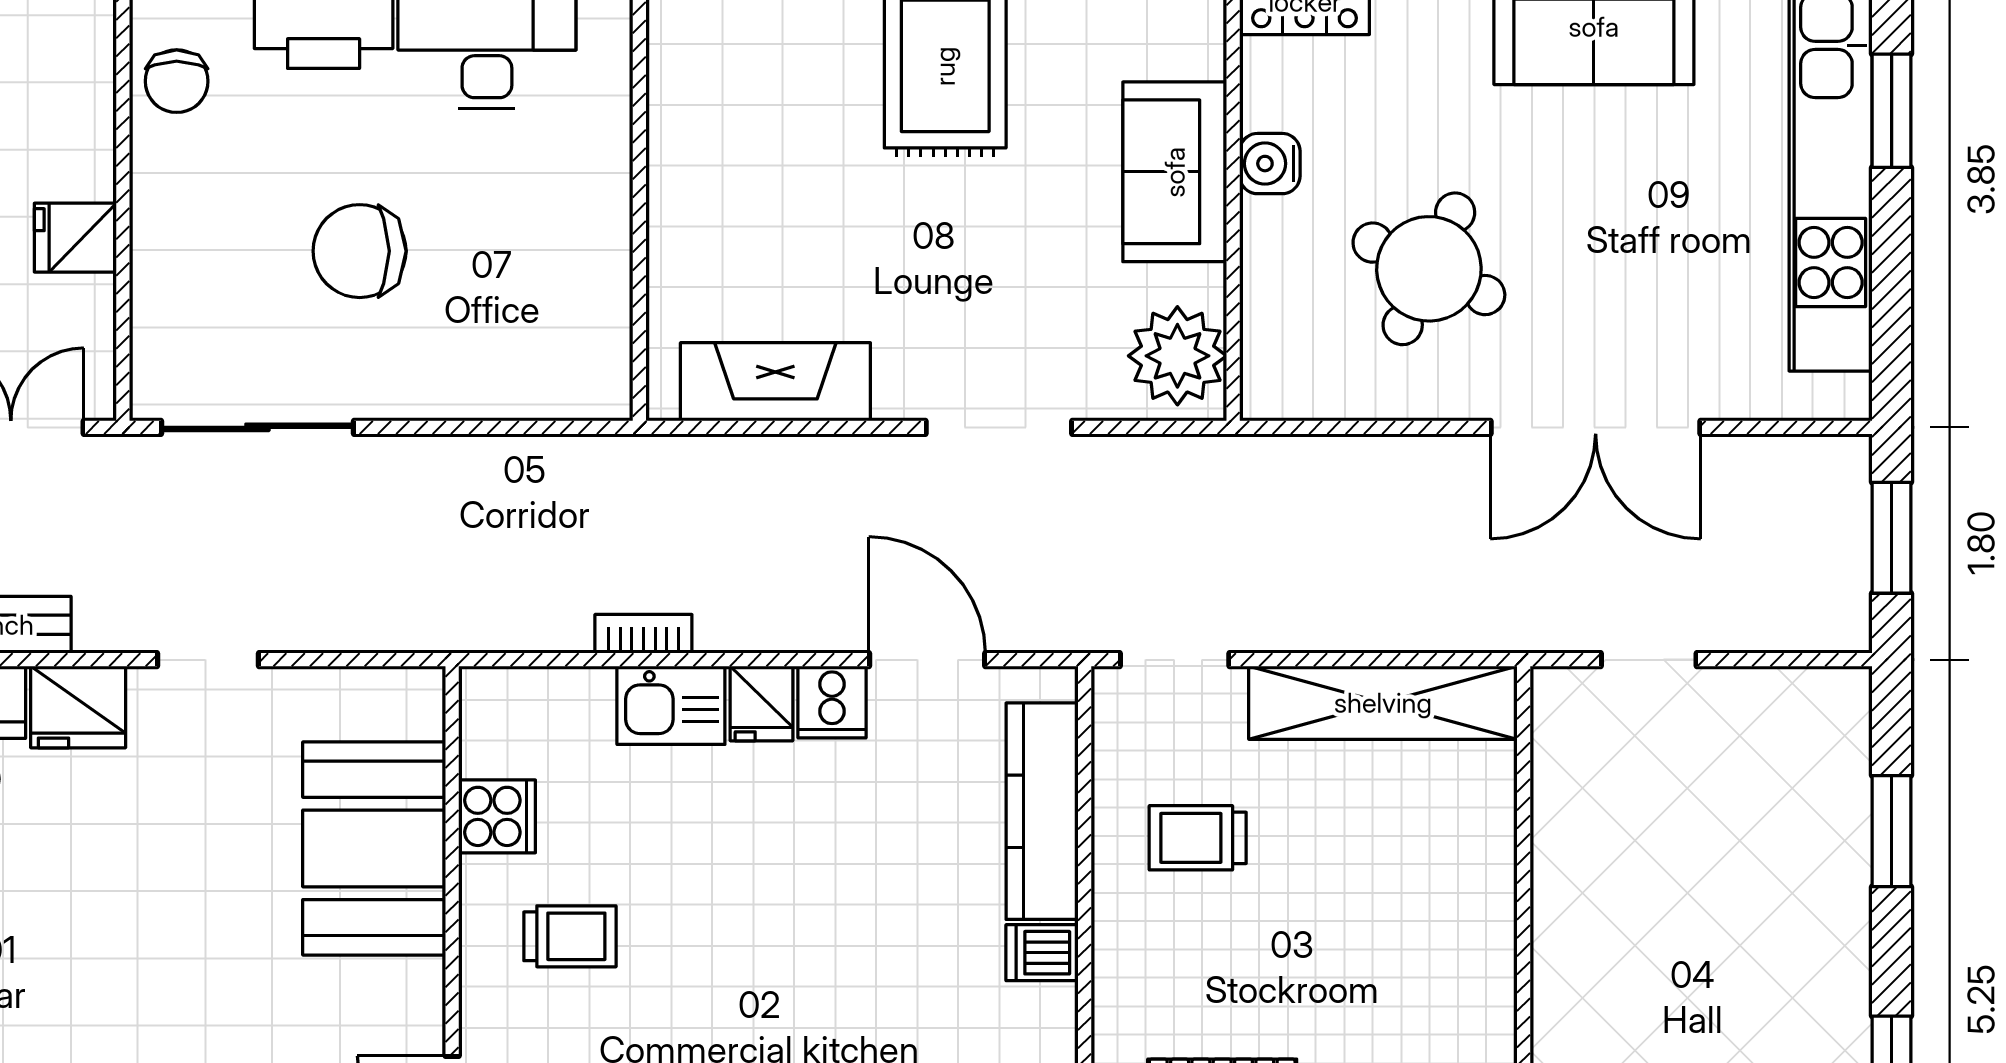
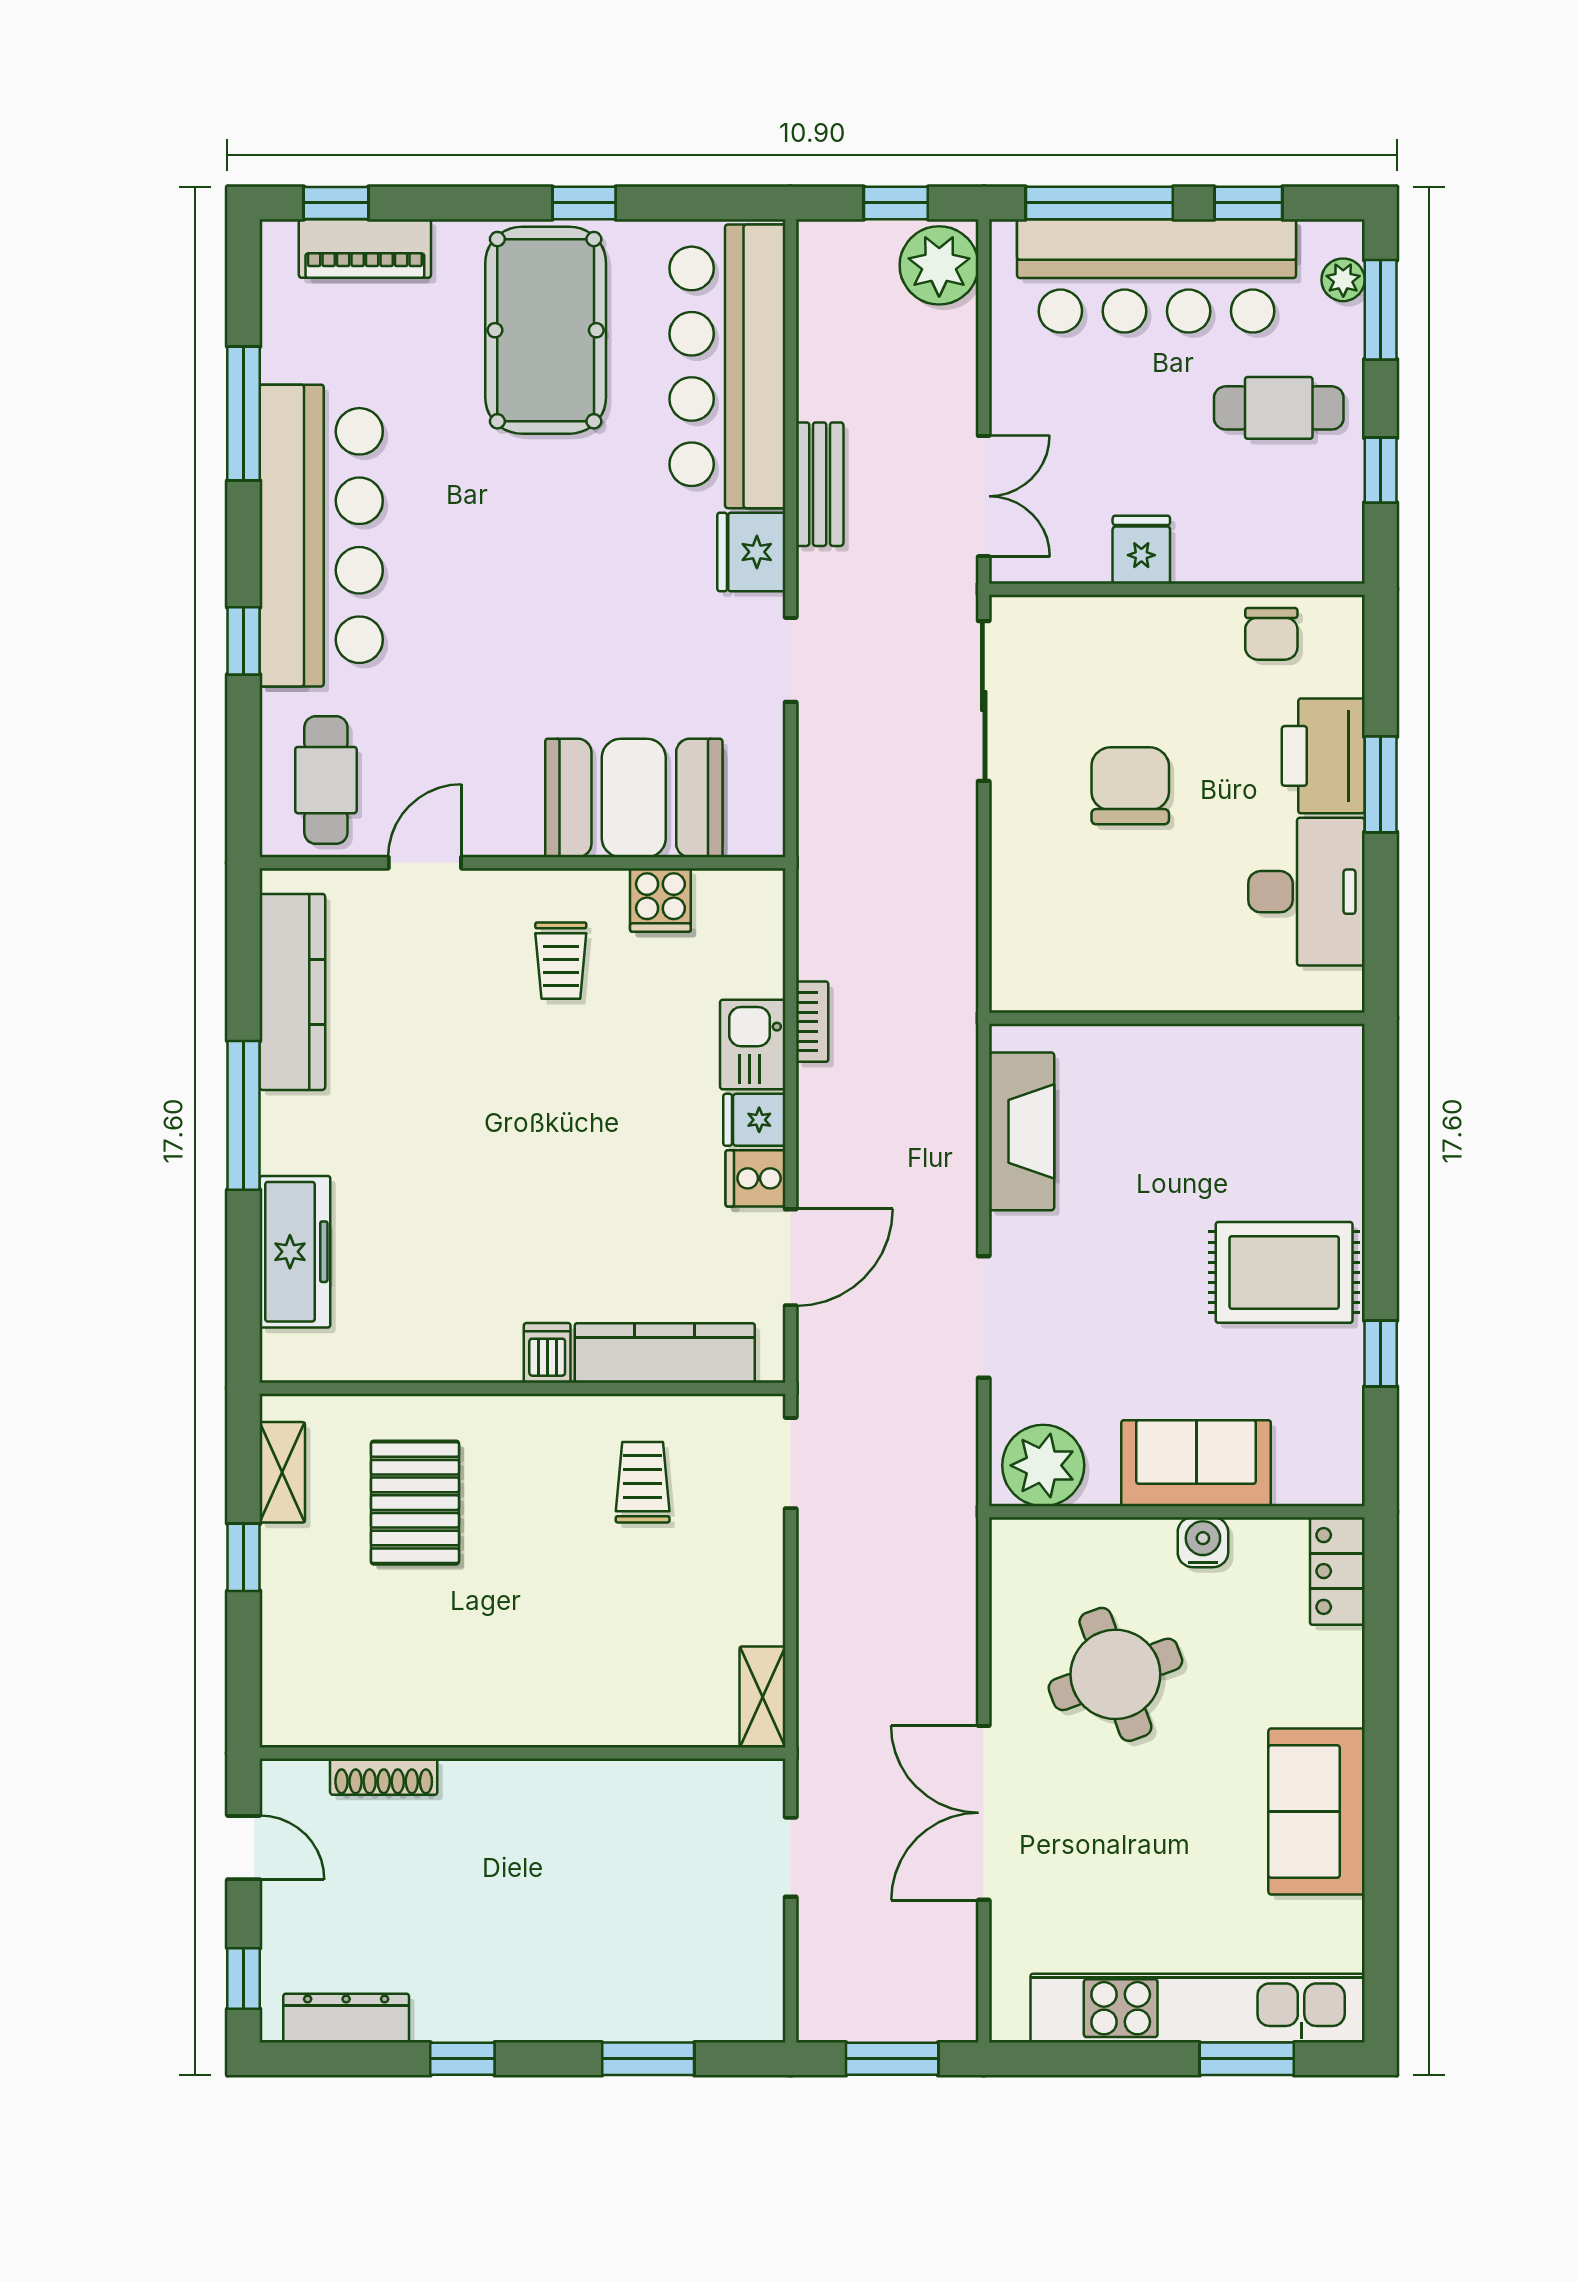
chair: (177, 81) -> (1271, 634), turned -90
round table: (1429, 269) -> (1115, 1674), turned 45
shelving: (1383, 703) -> (762, 1697), width x0.45, depth x0.75

